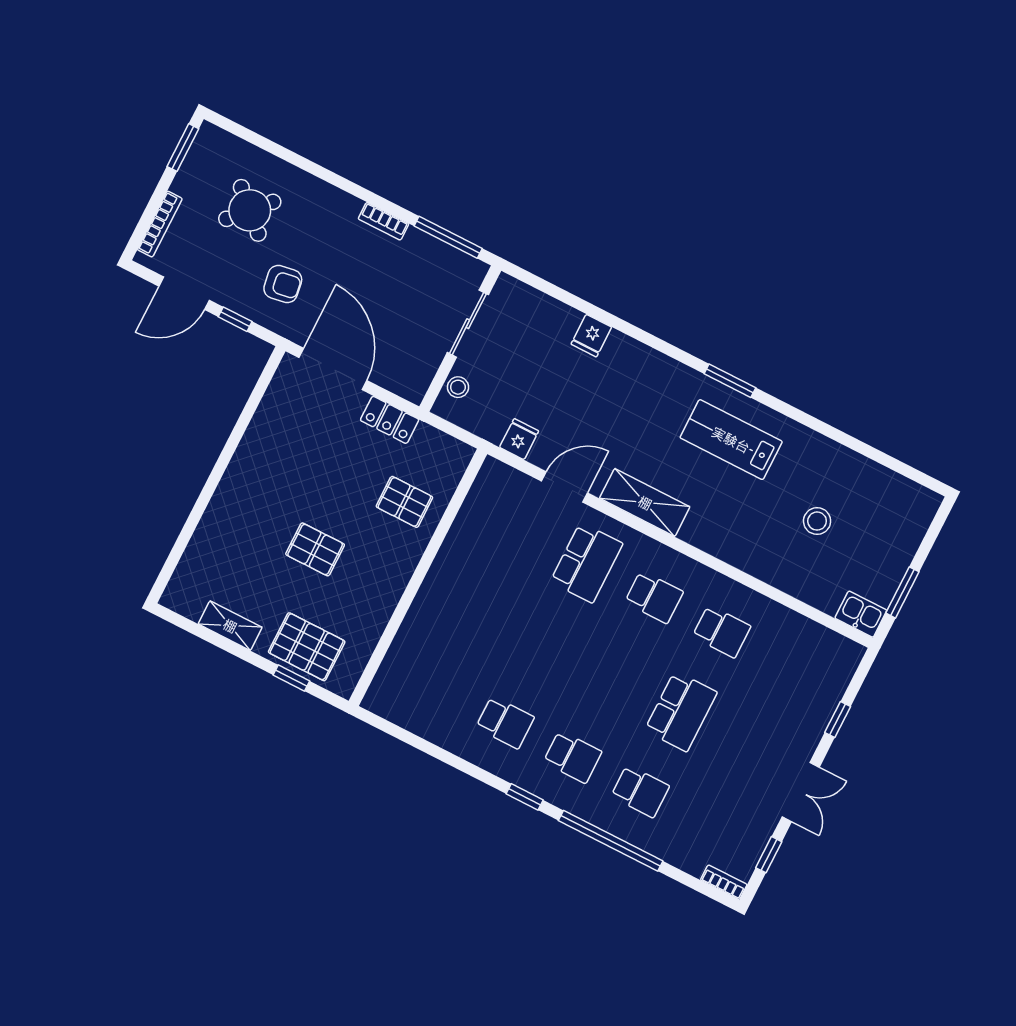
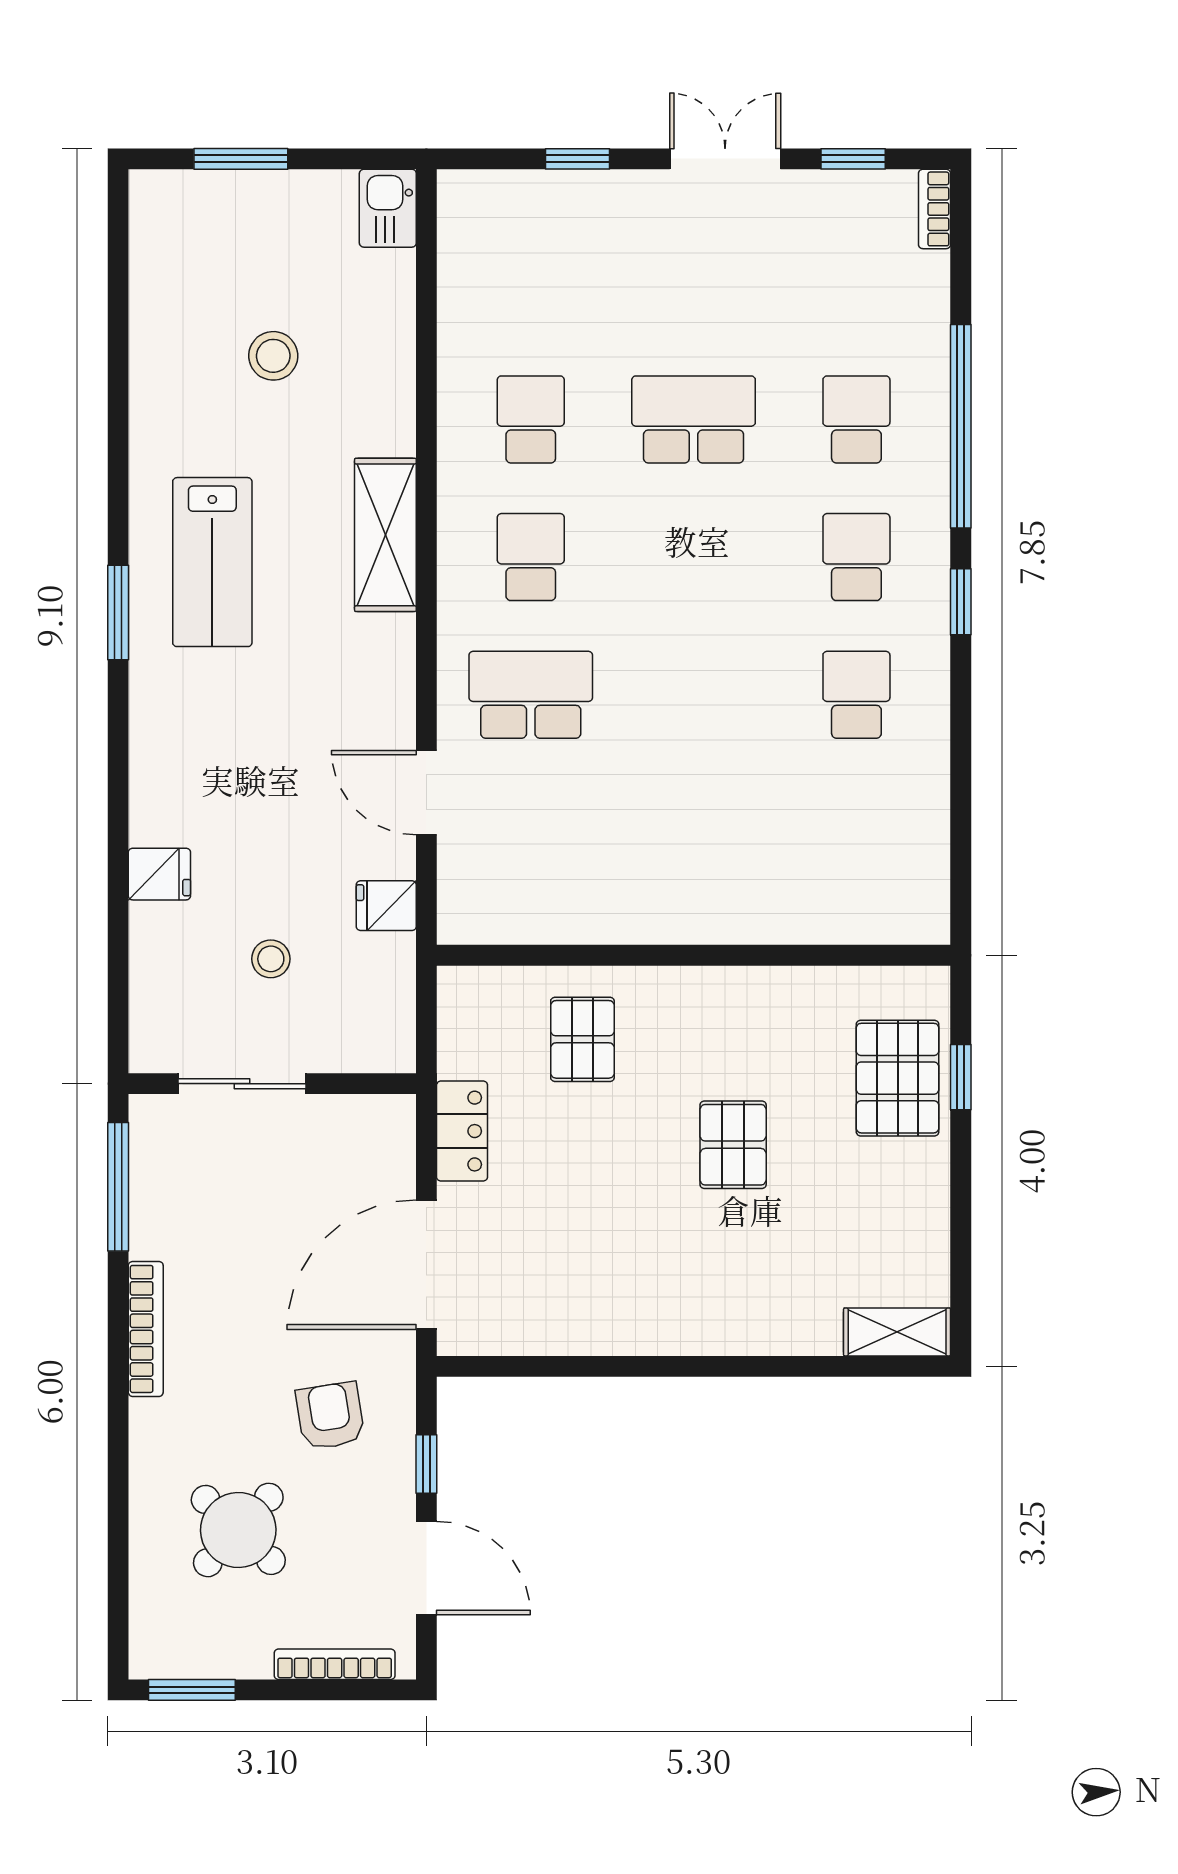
bookcase: (383, 221) -> (146, 1329), width x1.56
stool: (458, 387) -> (271, 959), moved
shelving: (645, 503) -> (385, 535), moved
window: (902, 592) -> (241, 159), moved
shelving: (230, 626) -> (897, 1332), moved, turned 90

